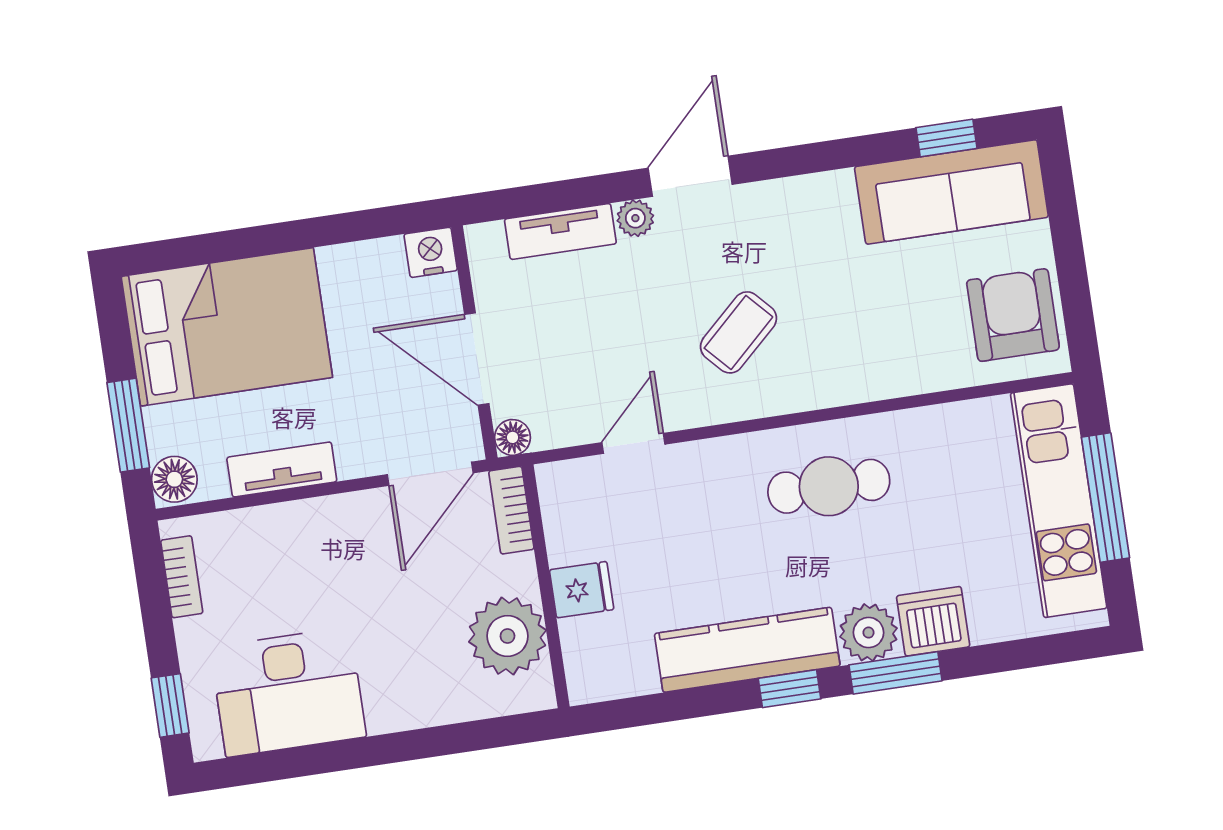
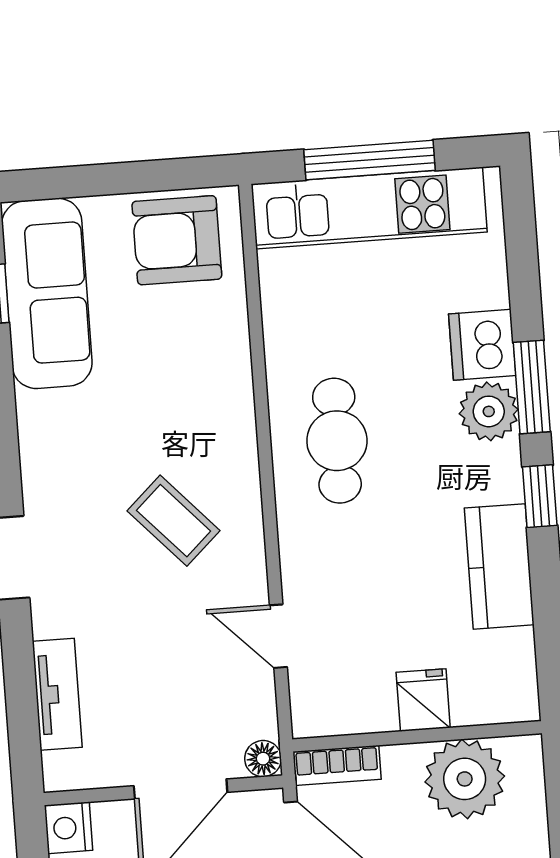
plant: (635, 218) -> (49, 617), removed
kitchen counter: (747, 650) -> (499, 566), width x0.67

